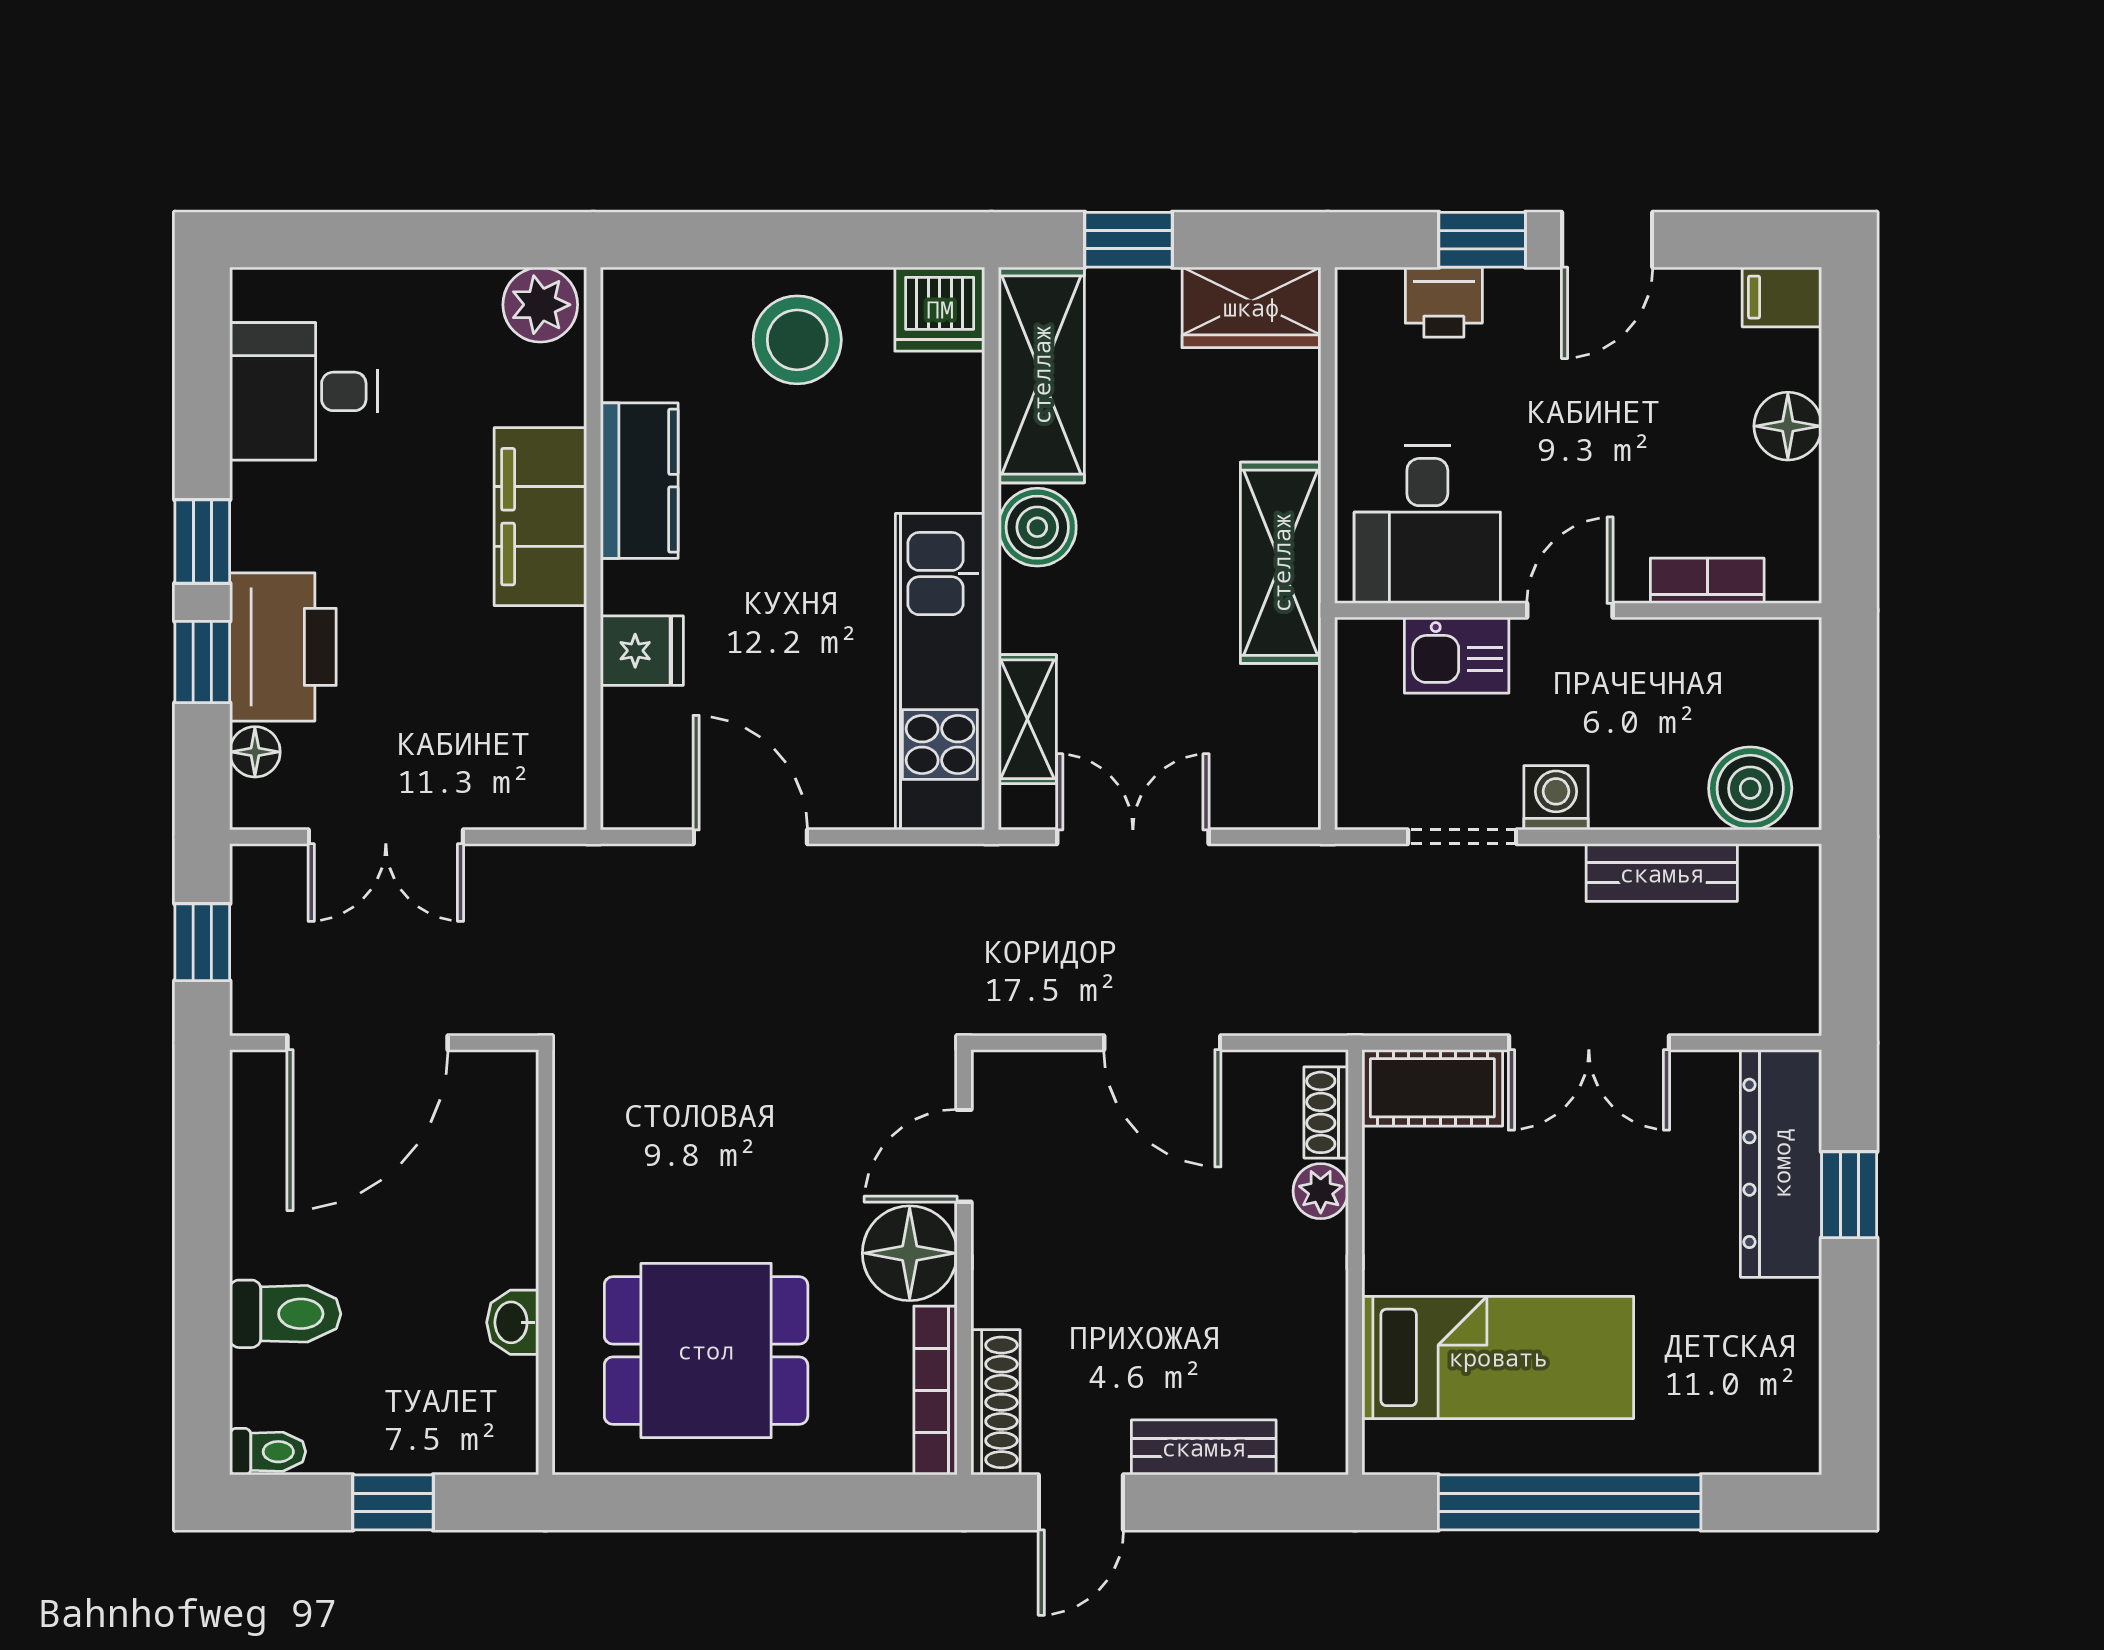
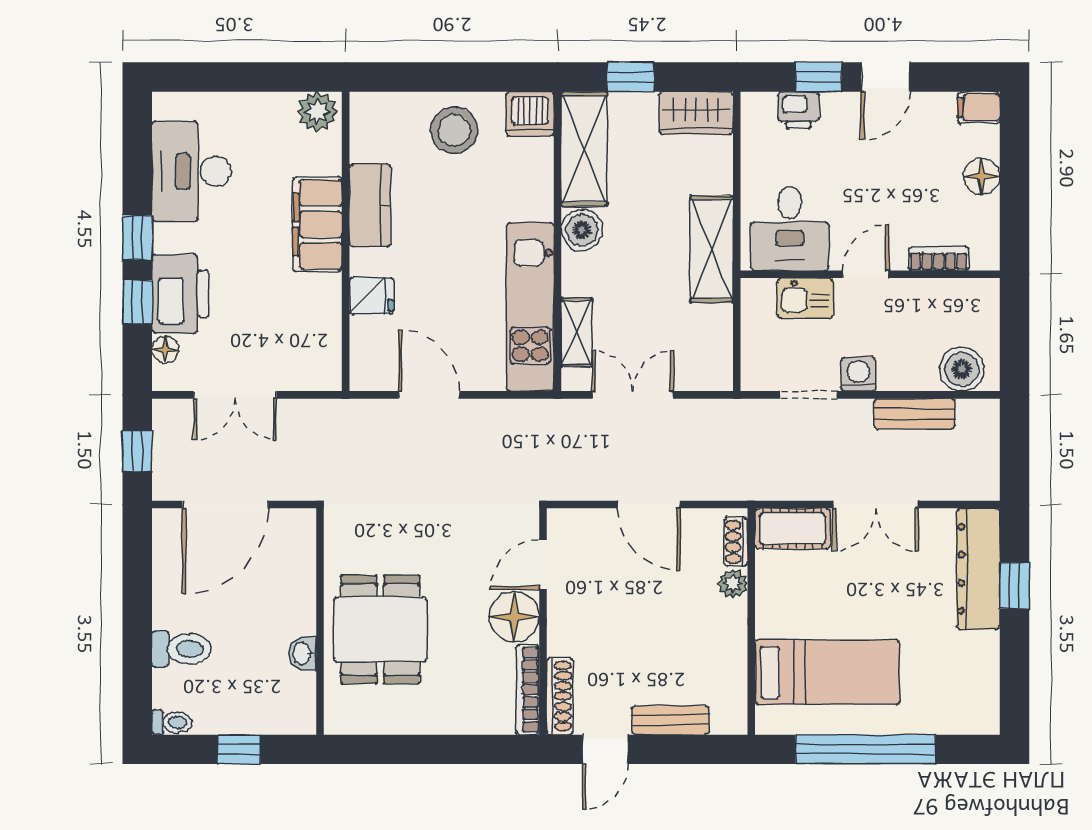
desk: (304, 391) -> (191, 171), width x1.37
dining table: (706, 1350) -> (380, 629), moved, turned 90

